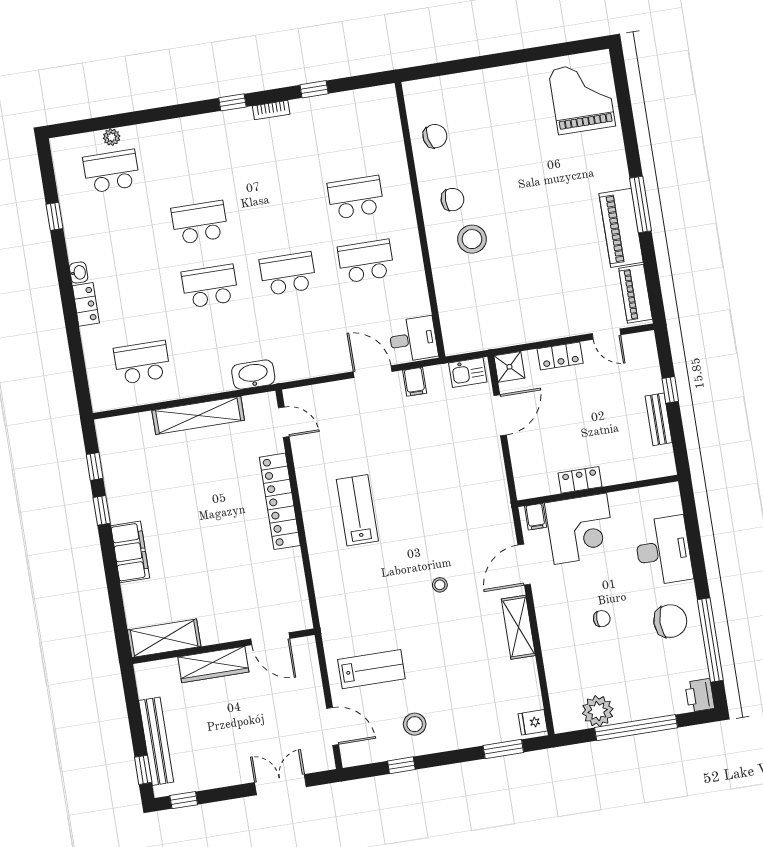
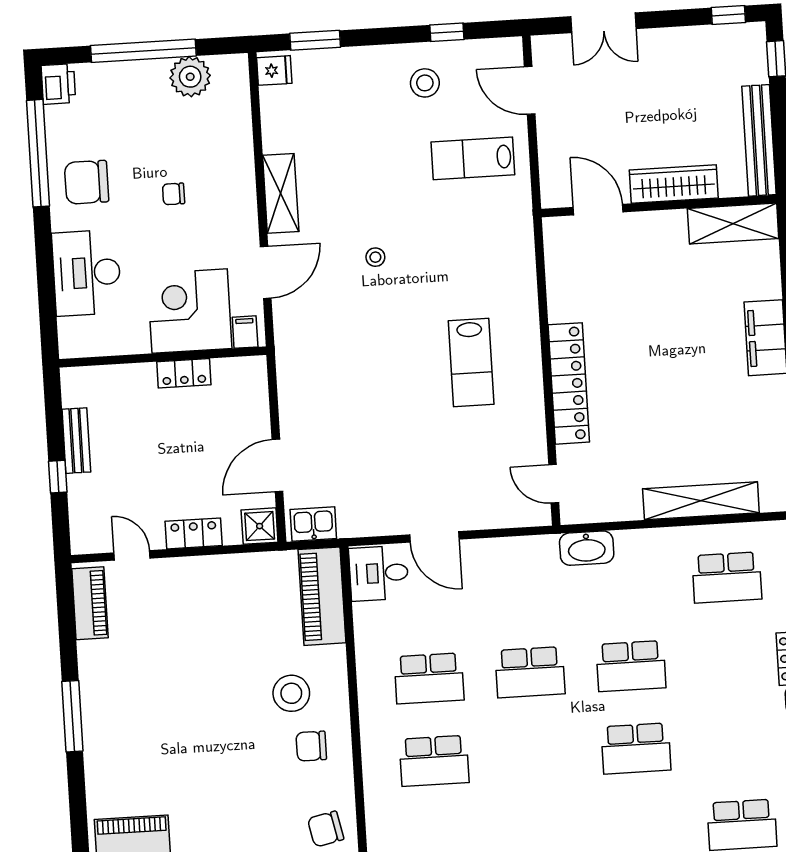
piano: (621, 228) -> (322, 596), moved, turned 180
filing cabinet: (415, 382) -> (382, 519), removed
shelving: (198, 415) -> (701, 501), moved
bench: (156, 741) -> (759, 140), moved

